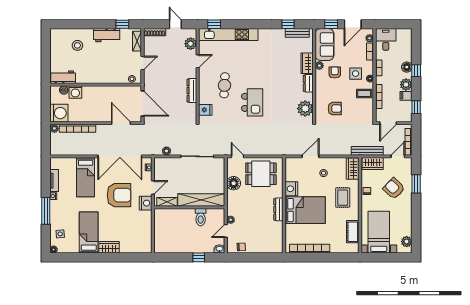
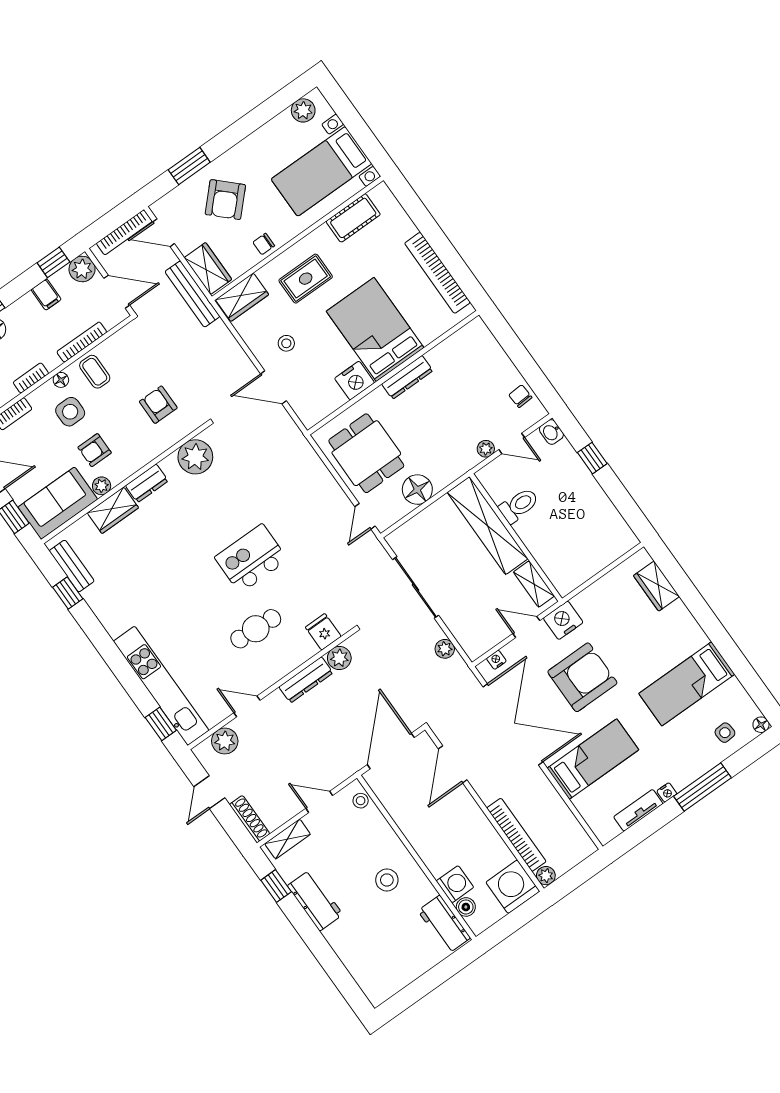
stool: (77, 45) -> (387, 880), moved
plant: (406, 85) -> (82, 269), moved
plant: (191, 109) -> (339, 658), added
armchair: (119, 195) -> (582, 677), turned 90
wardrobe: (109, 247) -> (656, 586), moved

